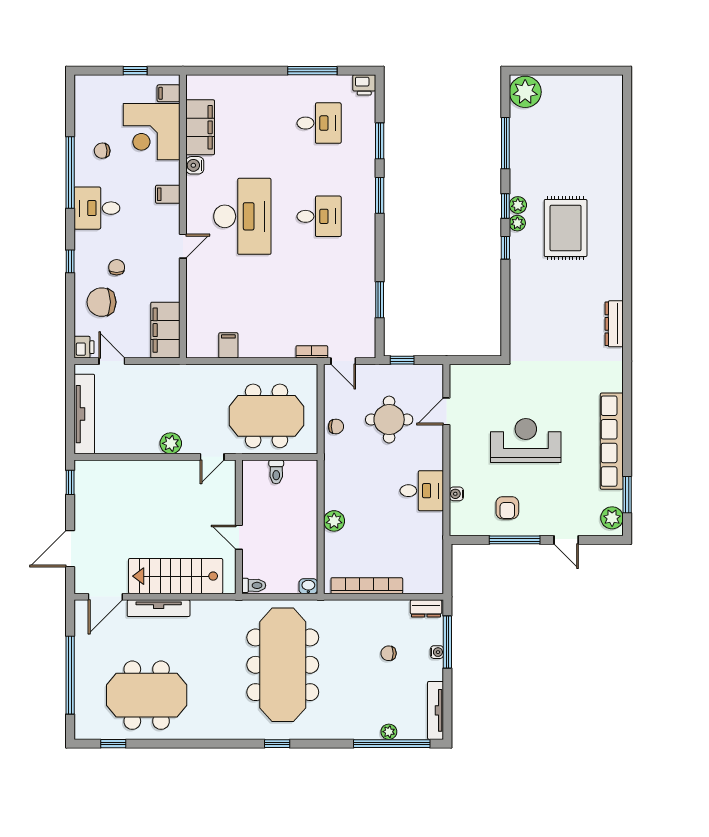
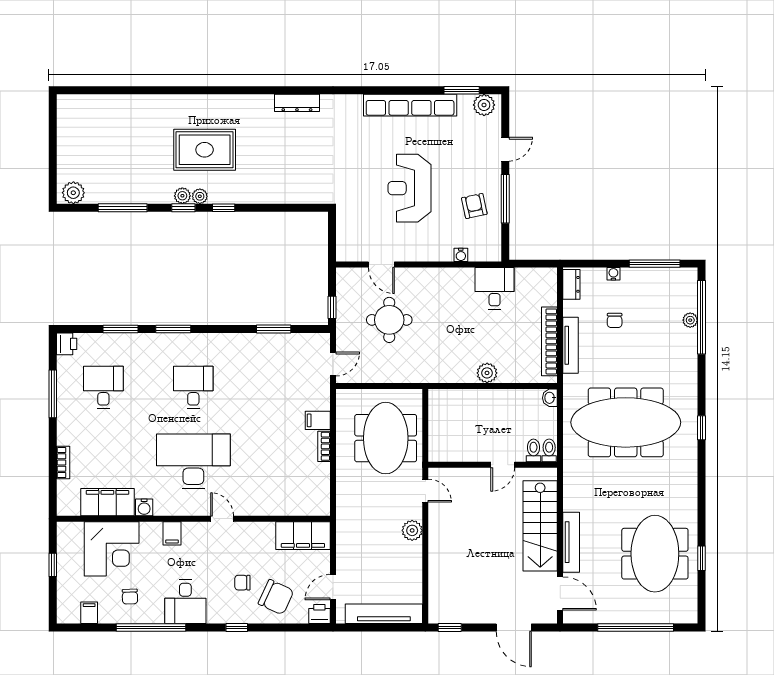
bookcase: (241, 81) -> (63, 463), added
plant: (525, 92) -> (73, 193), width x0.73, depth x0.73
filing cabinet: (169, 93) -> (89, 613), moved, turned 180
chair: (102, 302) -> (276, 597), turned -65
filing cabinet: (228, 345) -> (318, 420), moved
bookcase: (312, 352) -> (324, 446), moved
chair: (336, 426) -> (396, 371), removed
toilet: (276, 472) -> (533, 450), moved, turned -90
desk: (422, 491) -> (495, 288), moved
armchair: (507, 508) -> (474, 206), turned -102
window: (447, 642) -> (655, 264), moved
tv unit: (436, 710) -> (571, 345), moved, turned -90
window: (113, 744) -> (702, 558), moved

